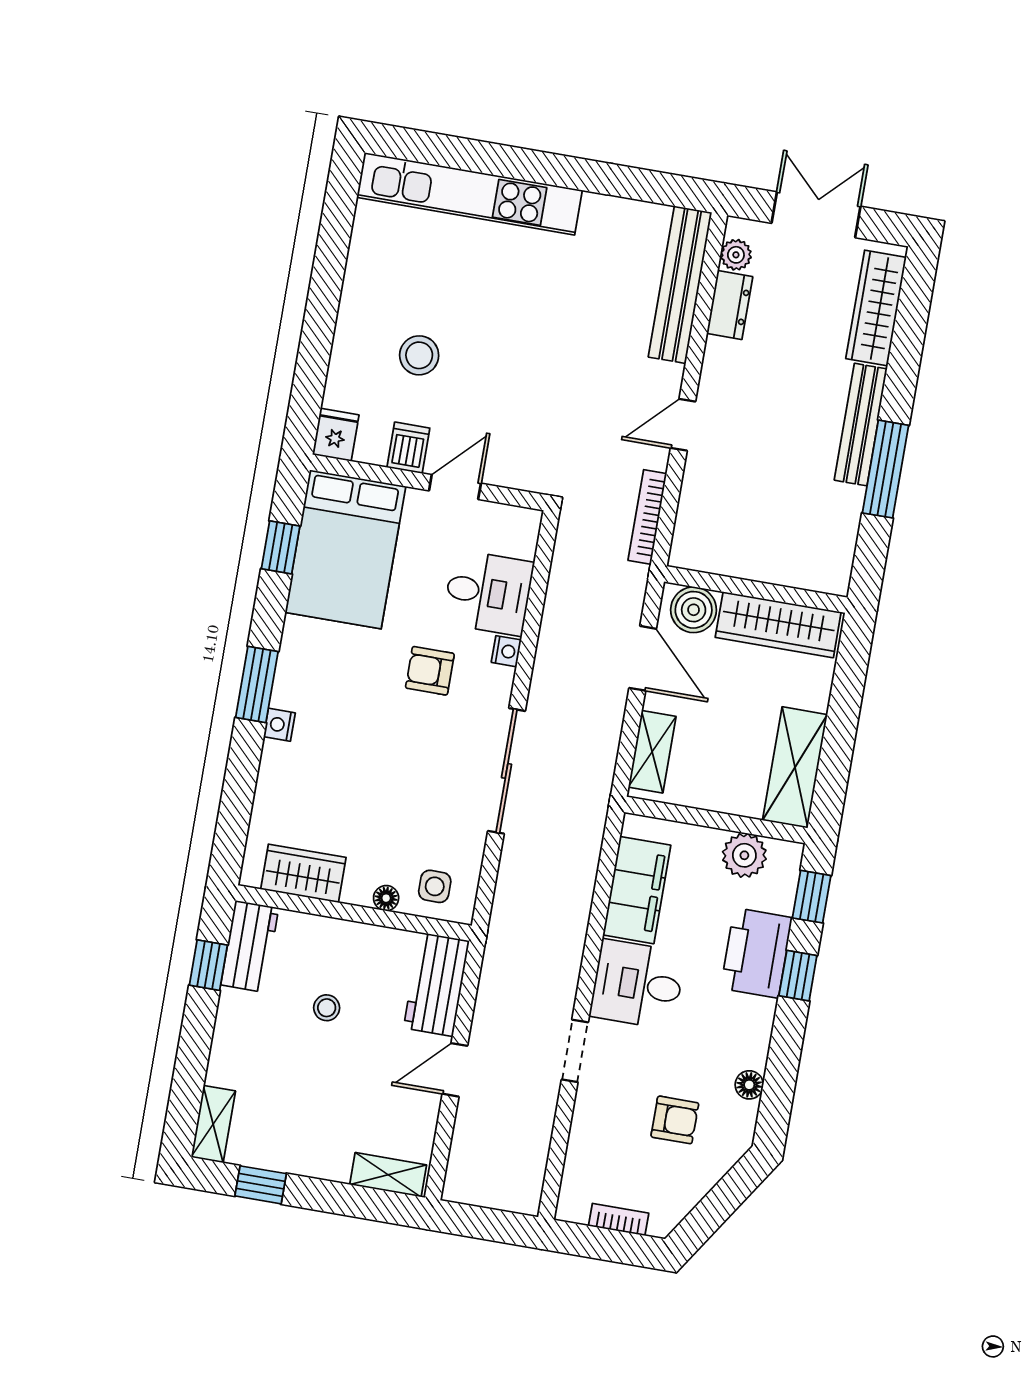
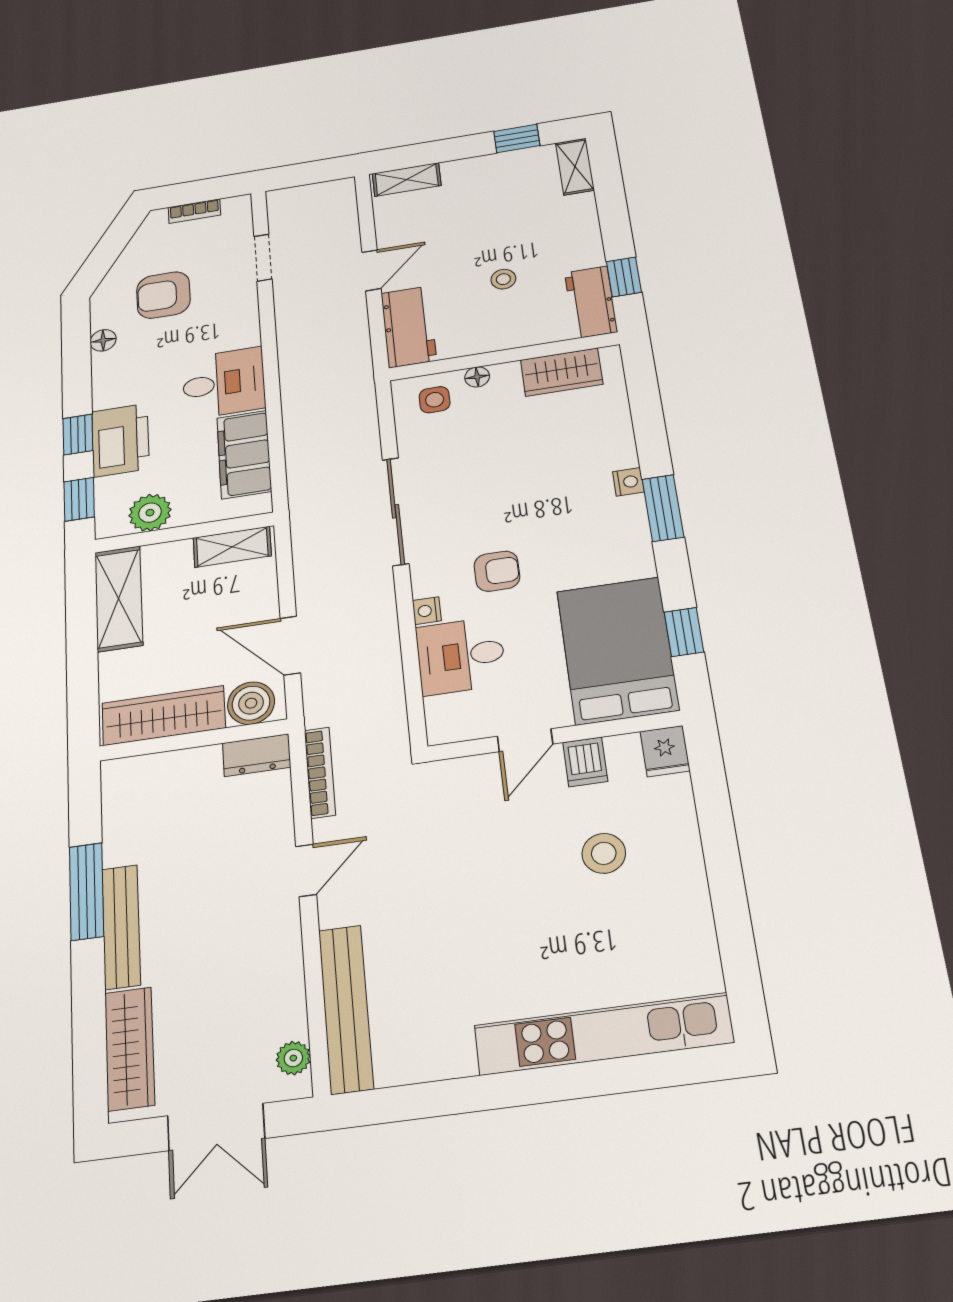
dresser: (730, 305) -> (257, 755), moved, turned -90
shelving: (652, 752) -> (232, 547), moved, turned 90
doorway: (575, 1051) -> (263, 258), moved
armchair: (675, 1120) -> (163, 295), width x1.38, depth x1.38

